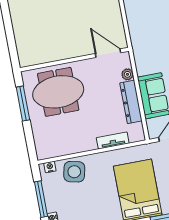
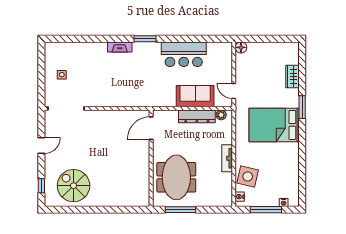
plant: (127, 74) -> (221, 115), moved
tv unit: (113, 141) -> (227, 158), moved

